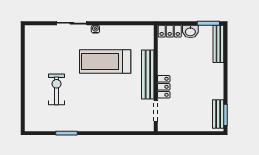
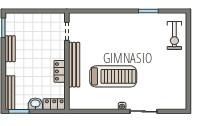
locker: (164, 87) -> (60, 71), moved
exercise bike: (57, 89) -> (174, 36), moved
bench: (218, 114) -> (10, 49), moved

